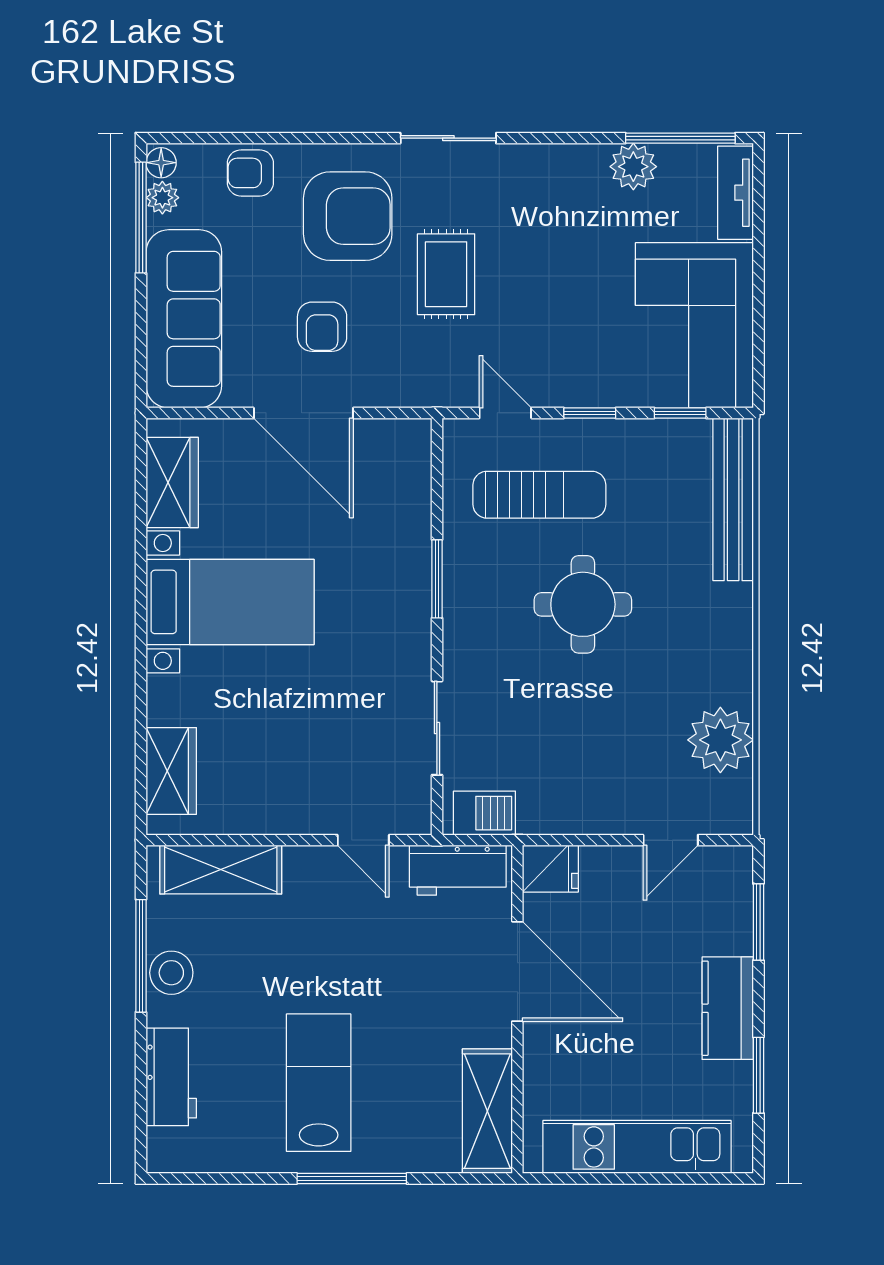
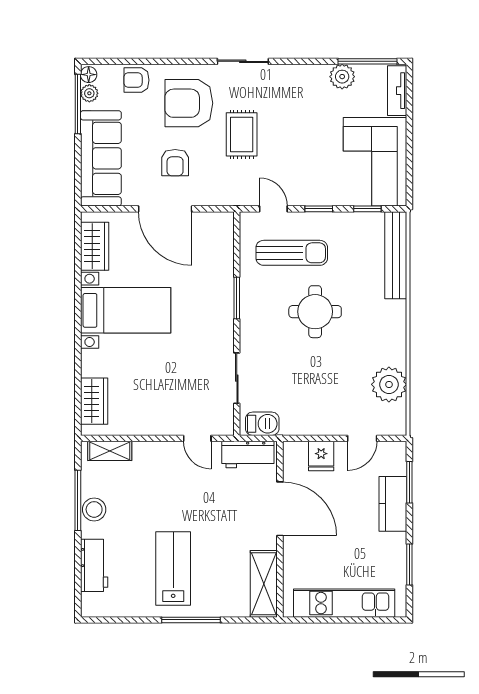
armchair: (348, 216) -> (189, 103), turned 180
fridge: (550, 869) -> (321, 456), moved, turned 90
shelving: (221, 870) -> (110, 451), width x0.67, depth x0.75
kitchen counter: (728, 1008) -> (393, 504), moved

